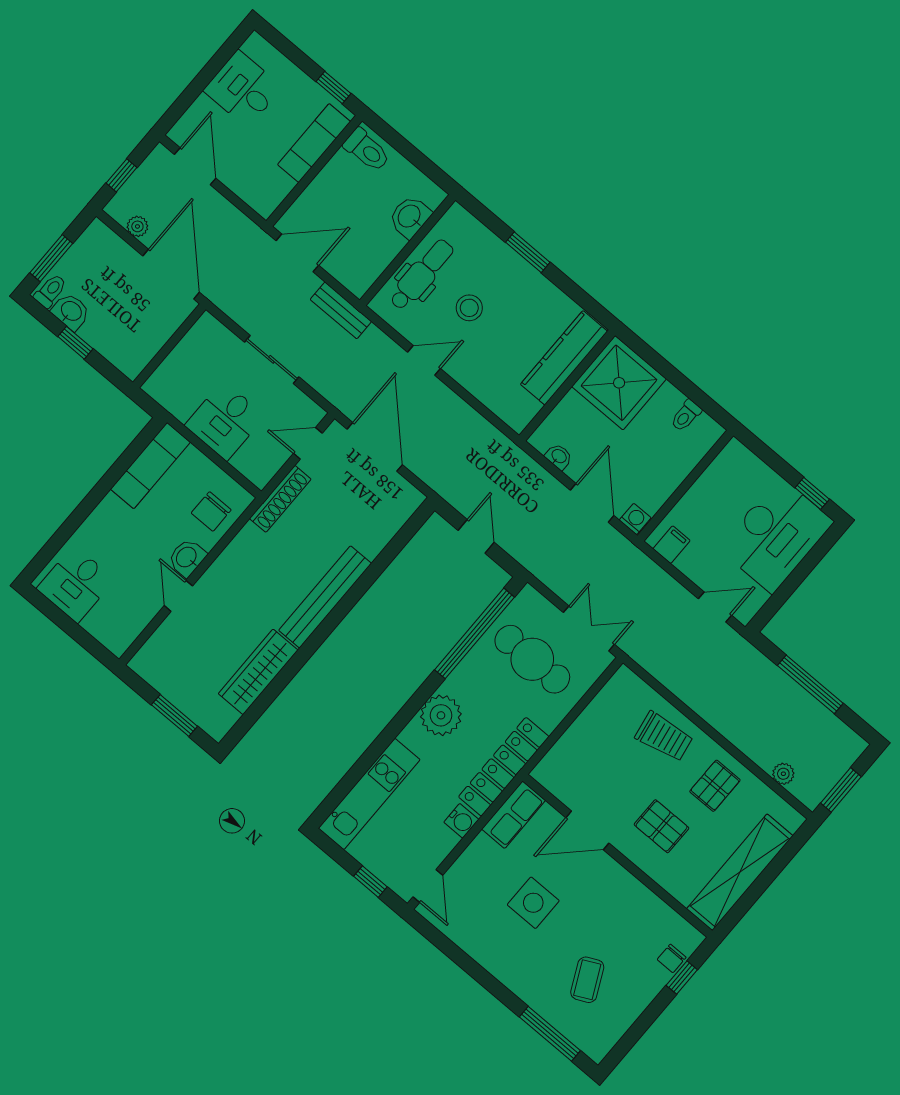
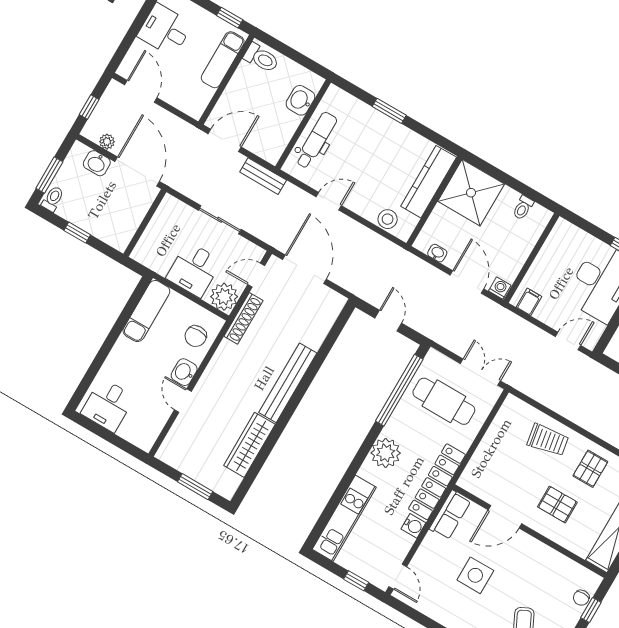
stool: (469, 308) -> (388, 219), moved
washbasin: (71, 312) -> (97, 163), moved, turned 180
plant: (259, 465) -> (224, 297), added

